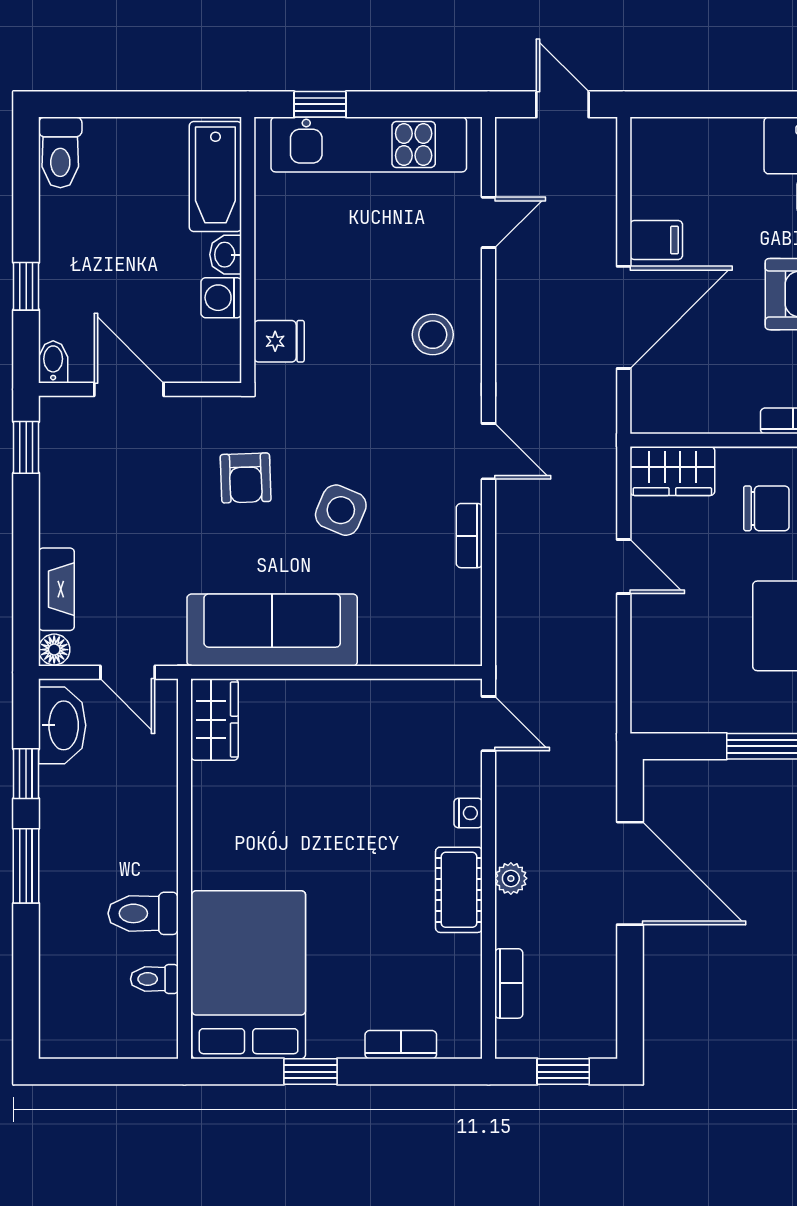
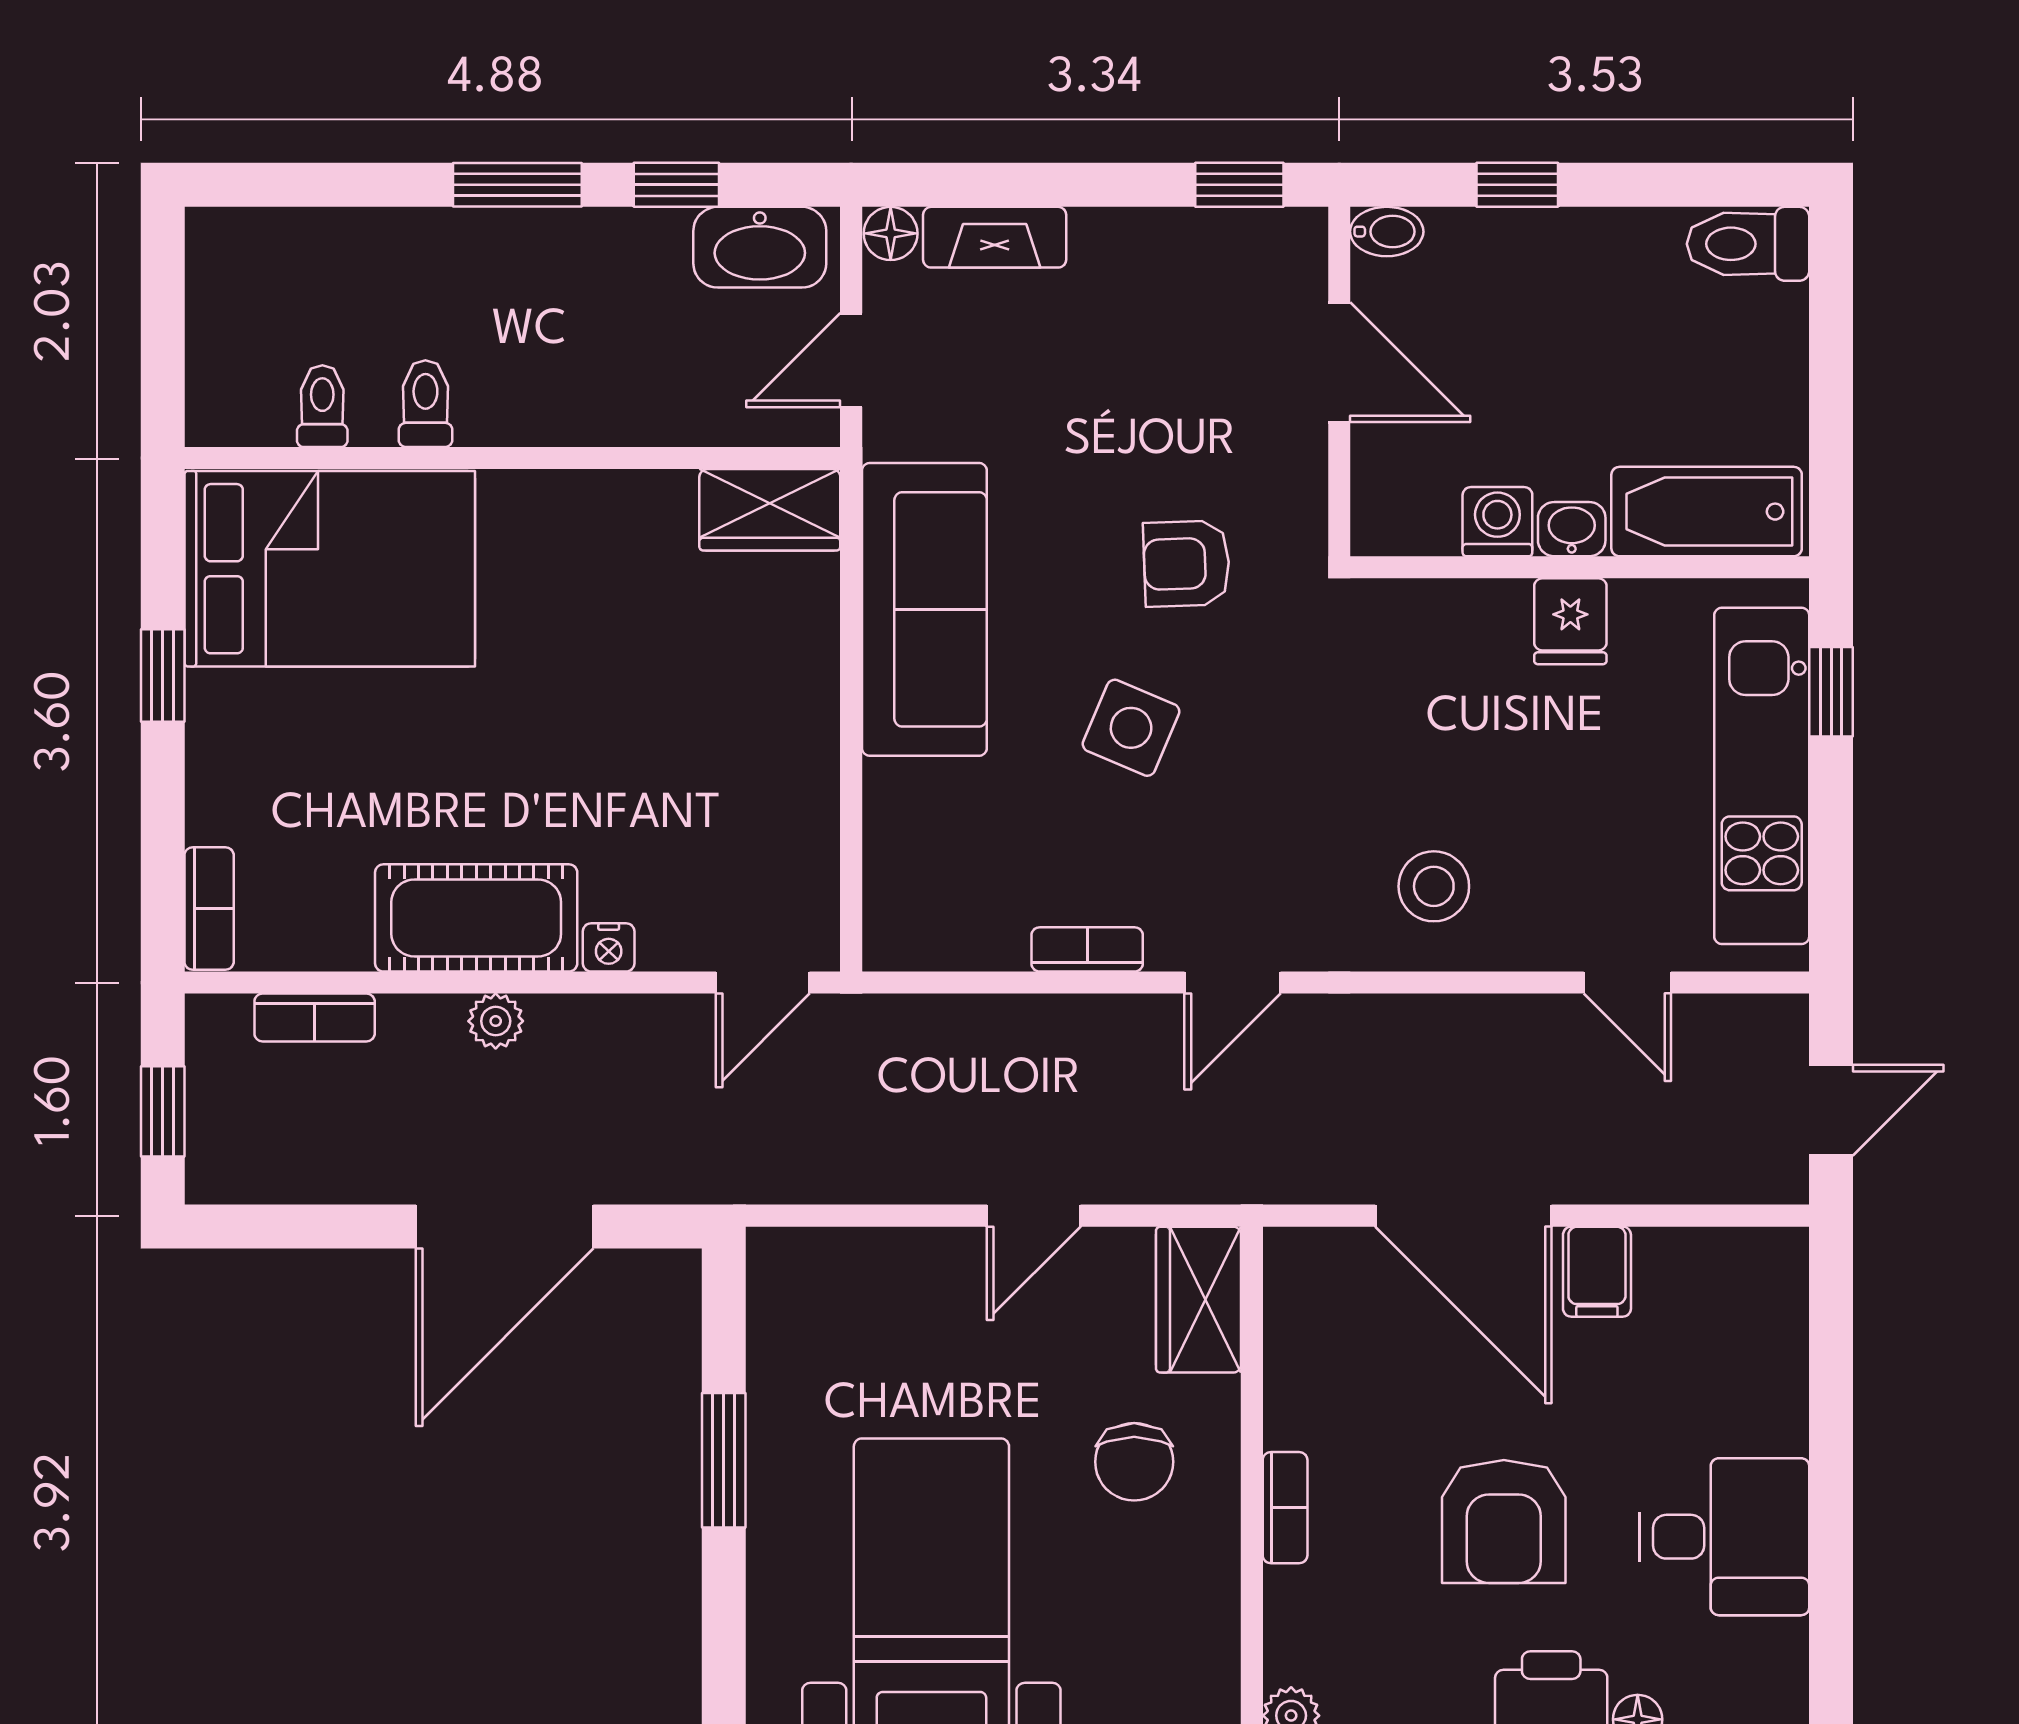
fridge: (279, 341) -> (1570, 621), moved
door: (129, 389) -> (1339, 362), hinge flipped
cot: (459, 890) -> (476, 918), width x1.37, depth x1.34
toilet: (143, 913) -> (425, 404), width x0.73, depth x0.72
bookcase: (401, 1045) -> (209, 909), moved

